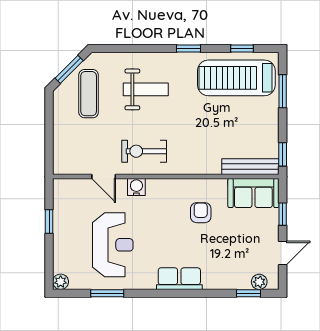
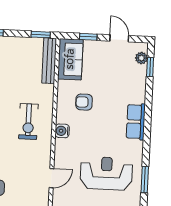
exercise bike: (144, 151) -> (28, 121), moved
water cooler: (136, 187) -> (62, 131), moved

